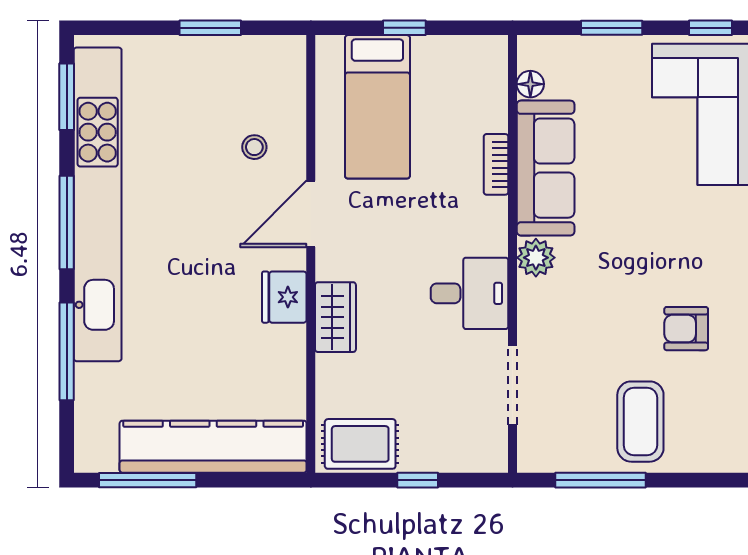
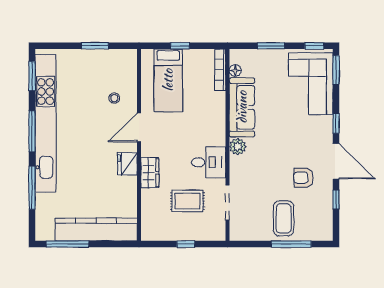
bookcase: (496, 164) -> (220, 70), moved, width x1.56
rug: (360, 444) -> (187, 201), moved
window: (601, 480) -> (291, 244), moved

